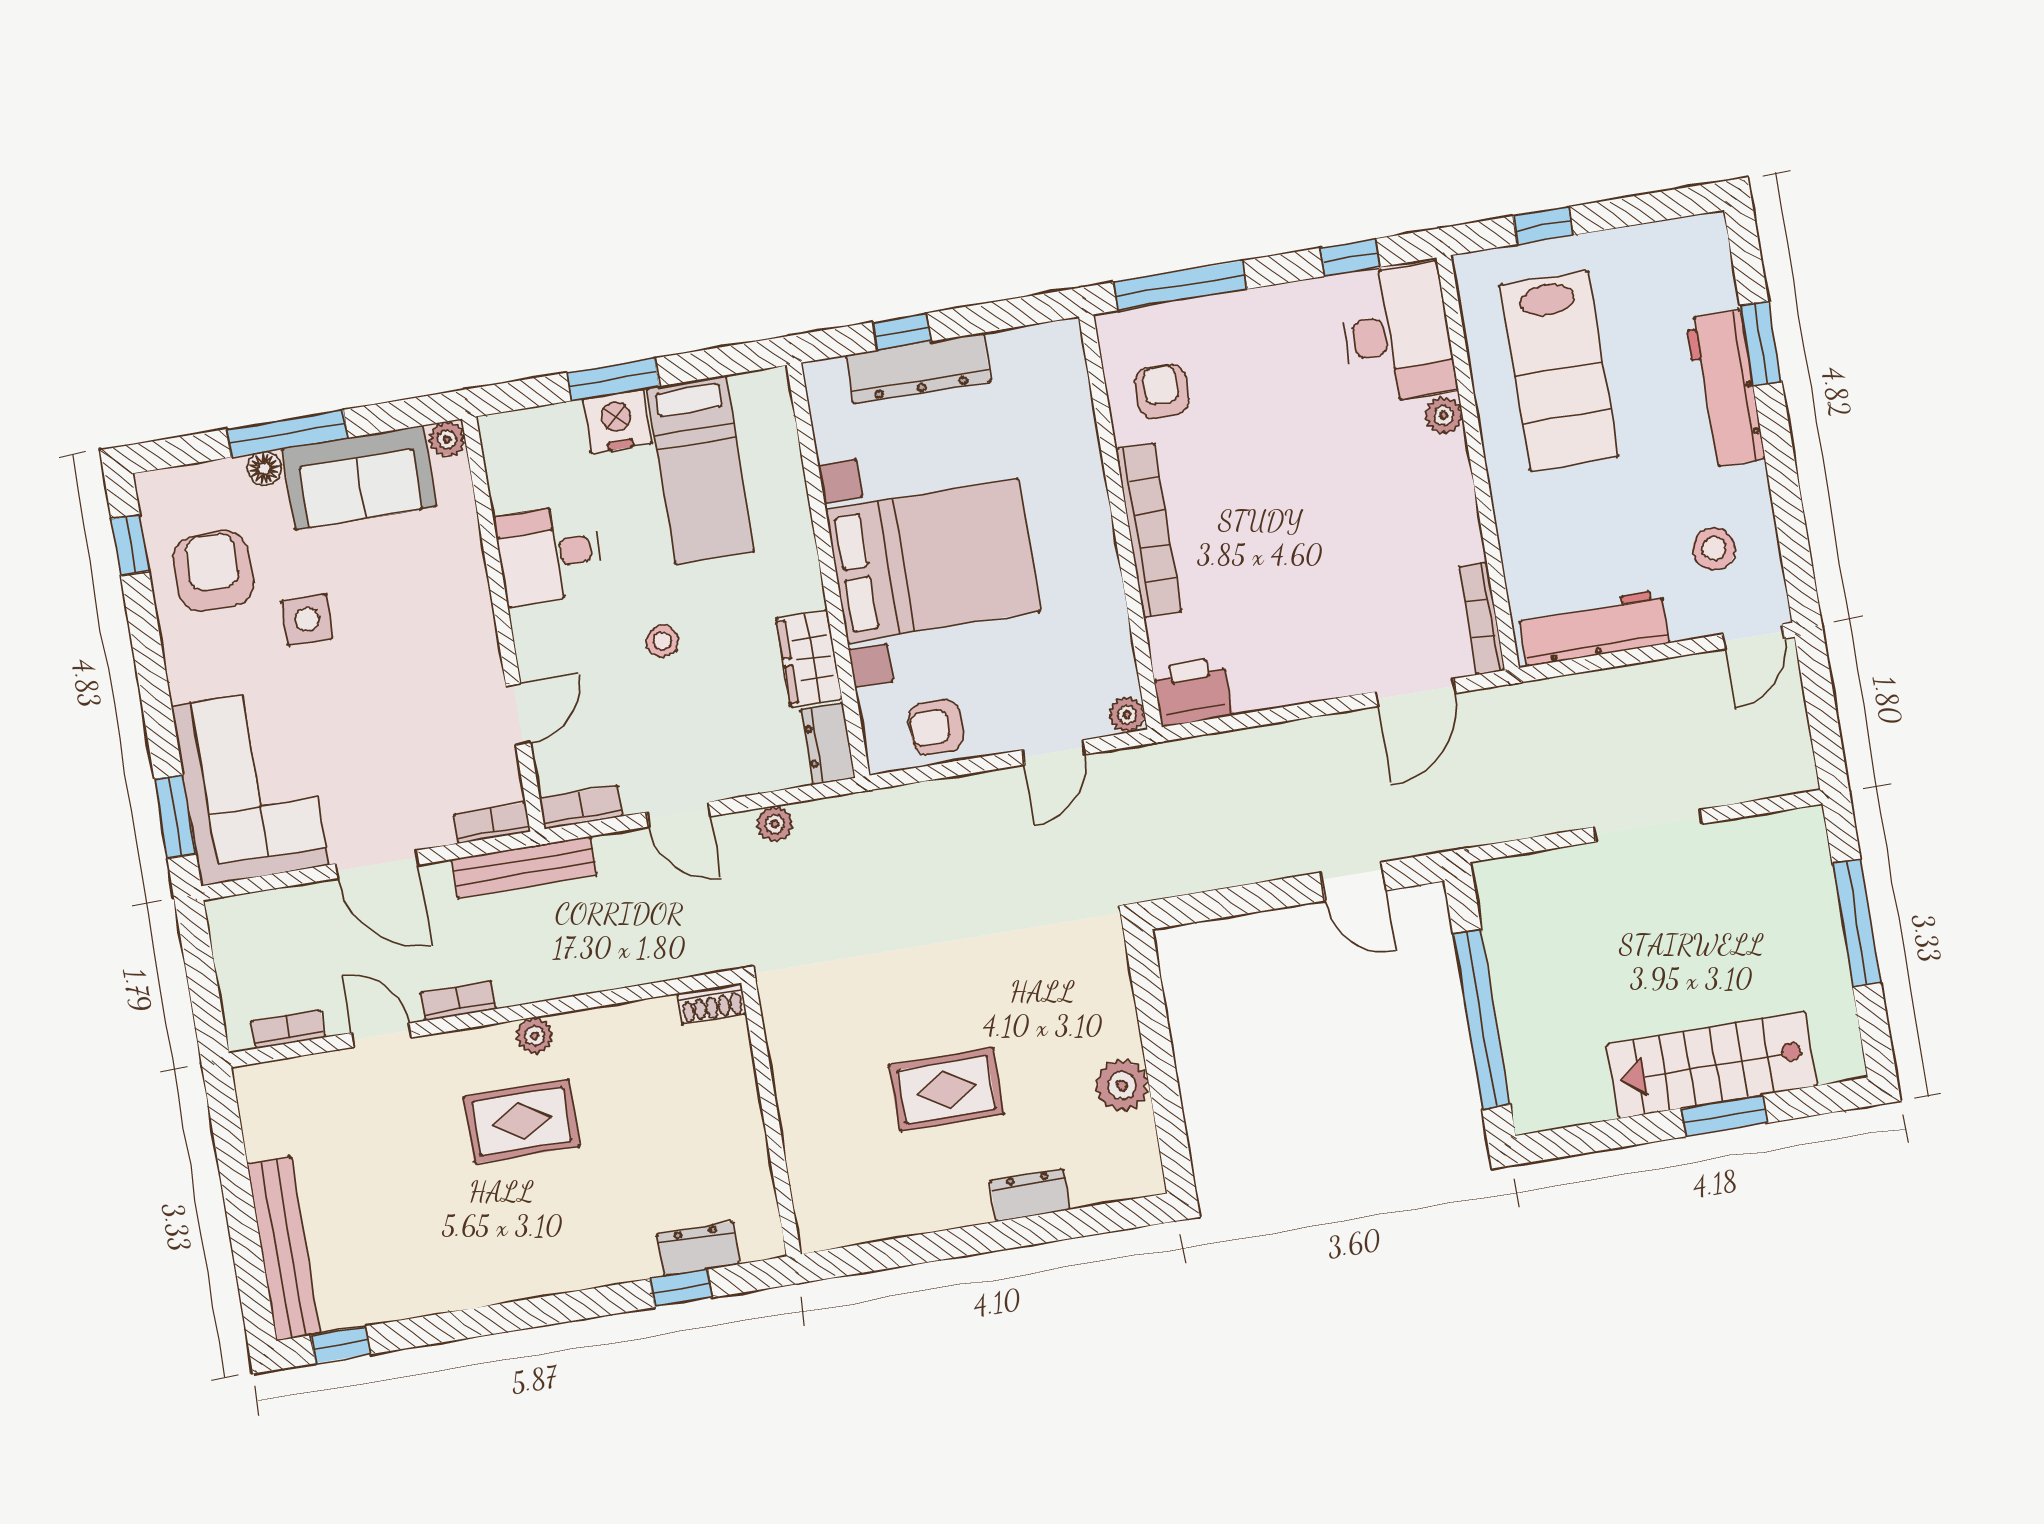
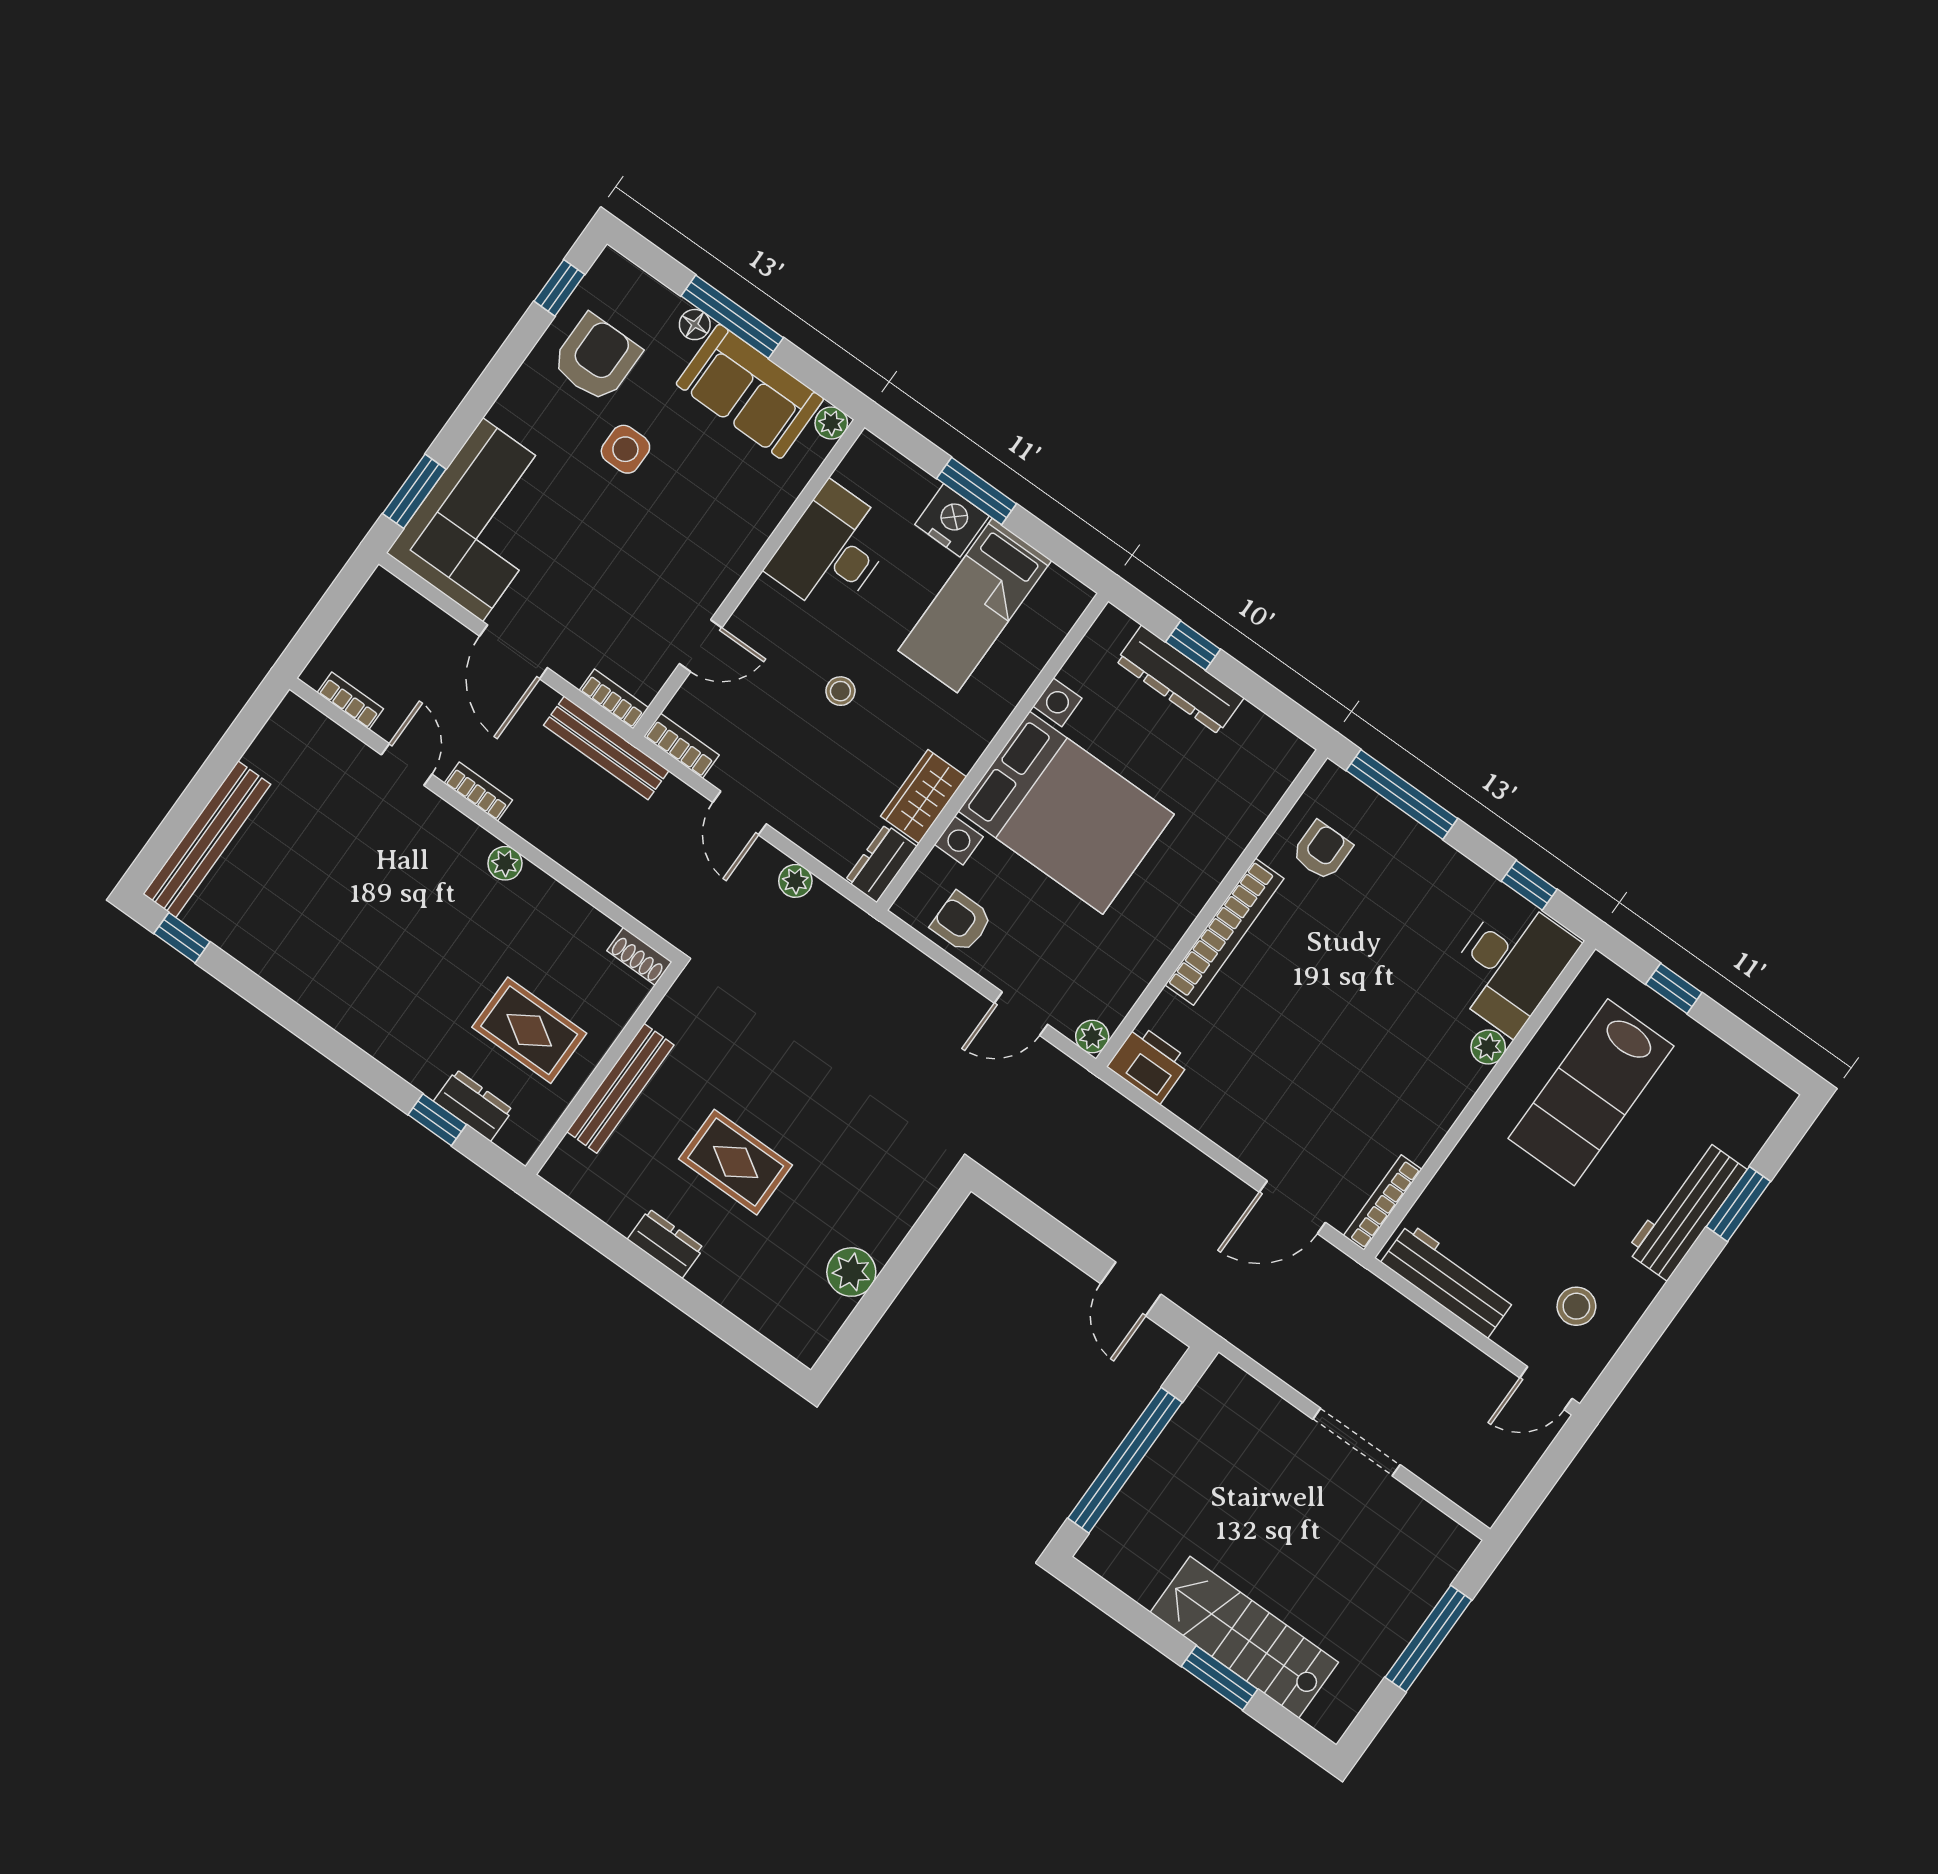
desk: (549, 554) -> (832, 550), width x1.37
rug: (522, 1121) -> (529, 1030), moved
bench: (799, 1122) -> (620, 1088), added
dresser: (1030, 1195) -> (666, 1244), moved

